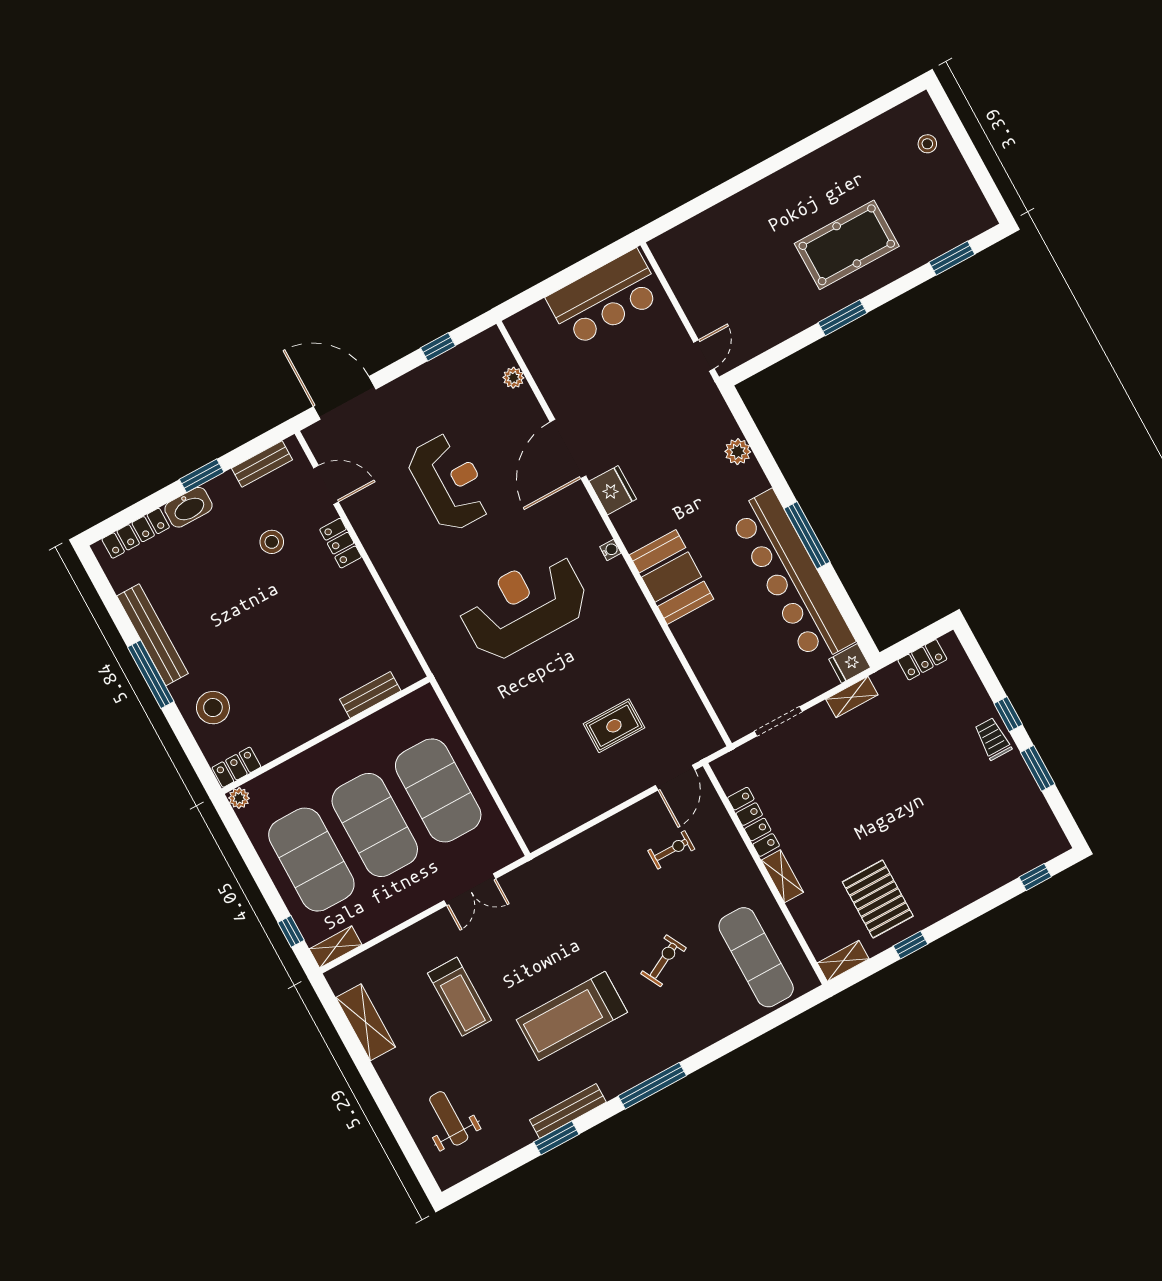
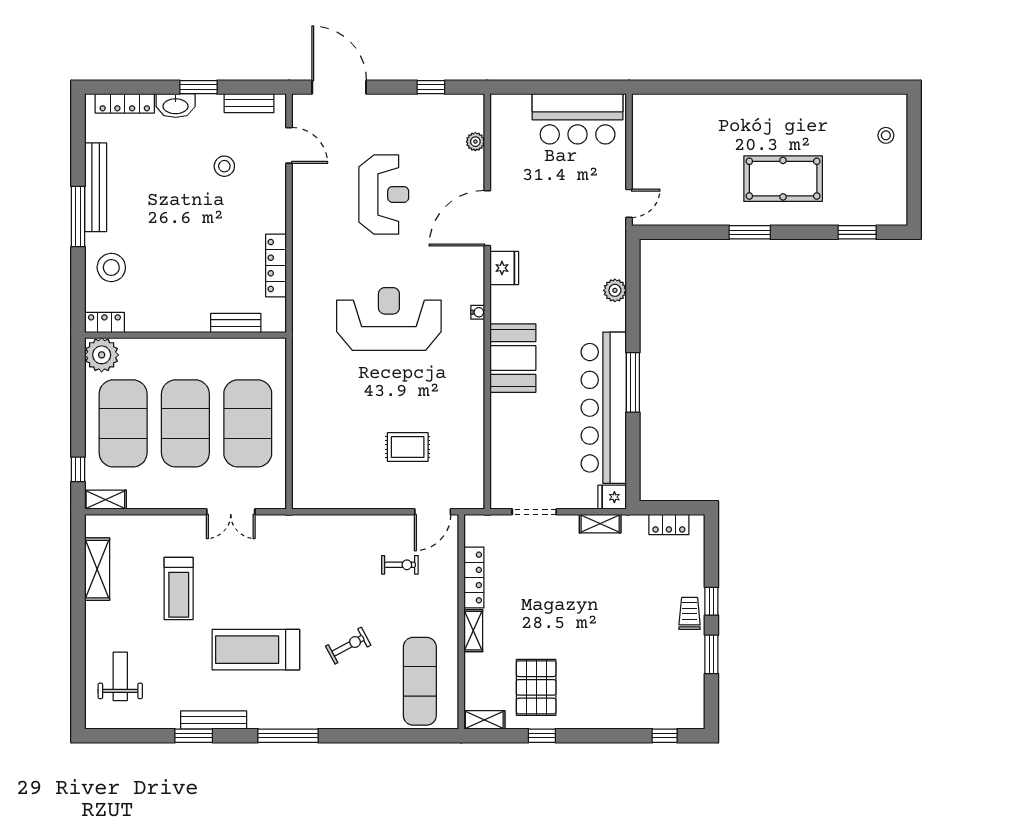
locker: (341, 543) -> (276, 265), moved, width x1.53
plant: (239, 798) -> (102, 355), width x1.88, depth x1.88

